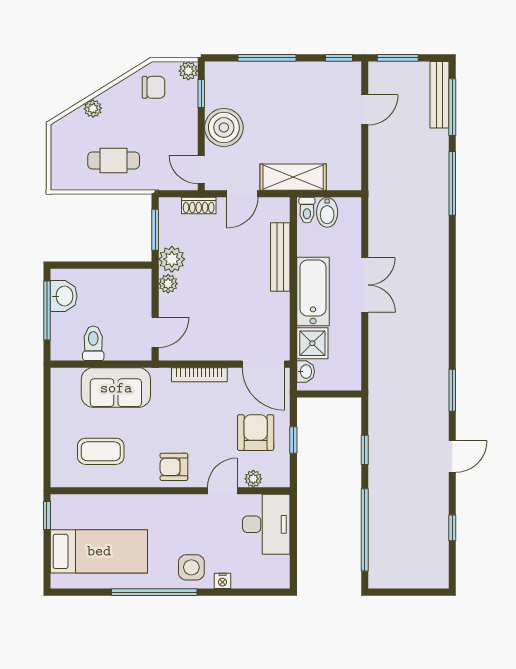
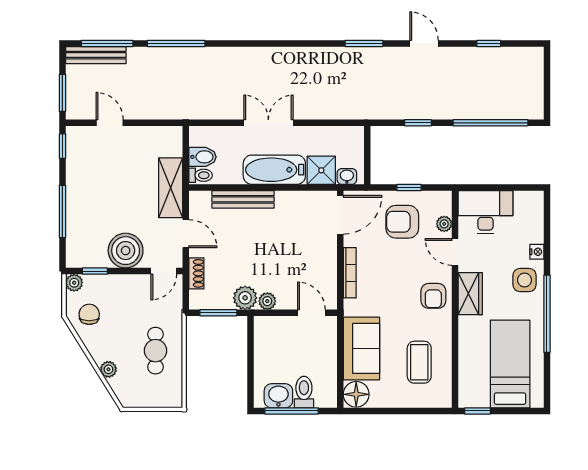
toilet: (93, 343) -> (304, 392), moved, turned 90
floor lamp: (65, 382) -> (356, 394), added
wardrobe: (176, 508) -> (470, 294), added

